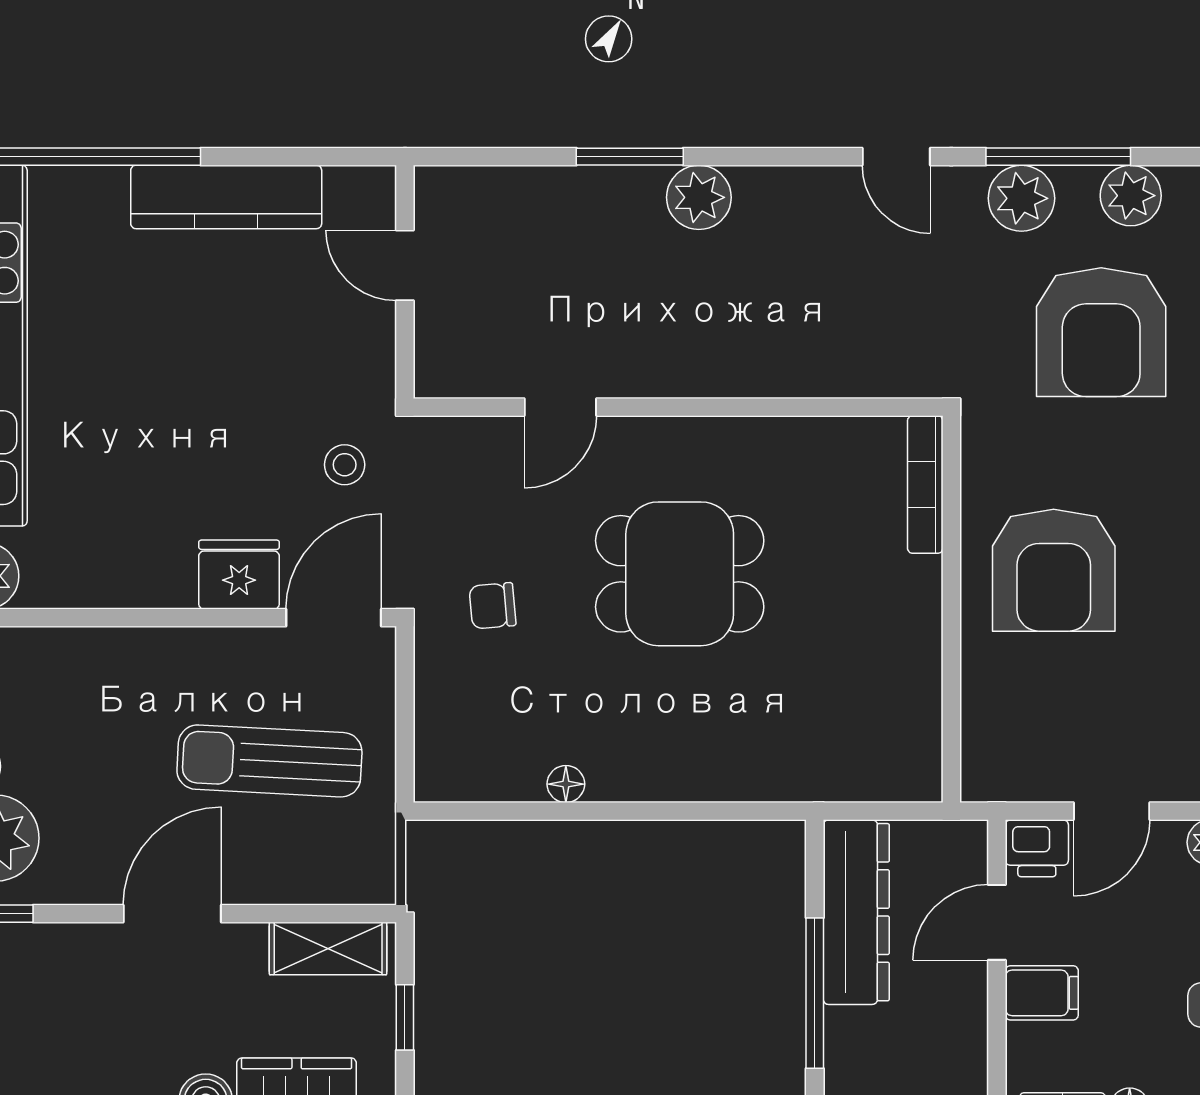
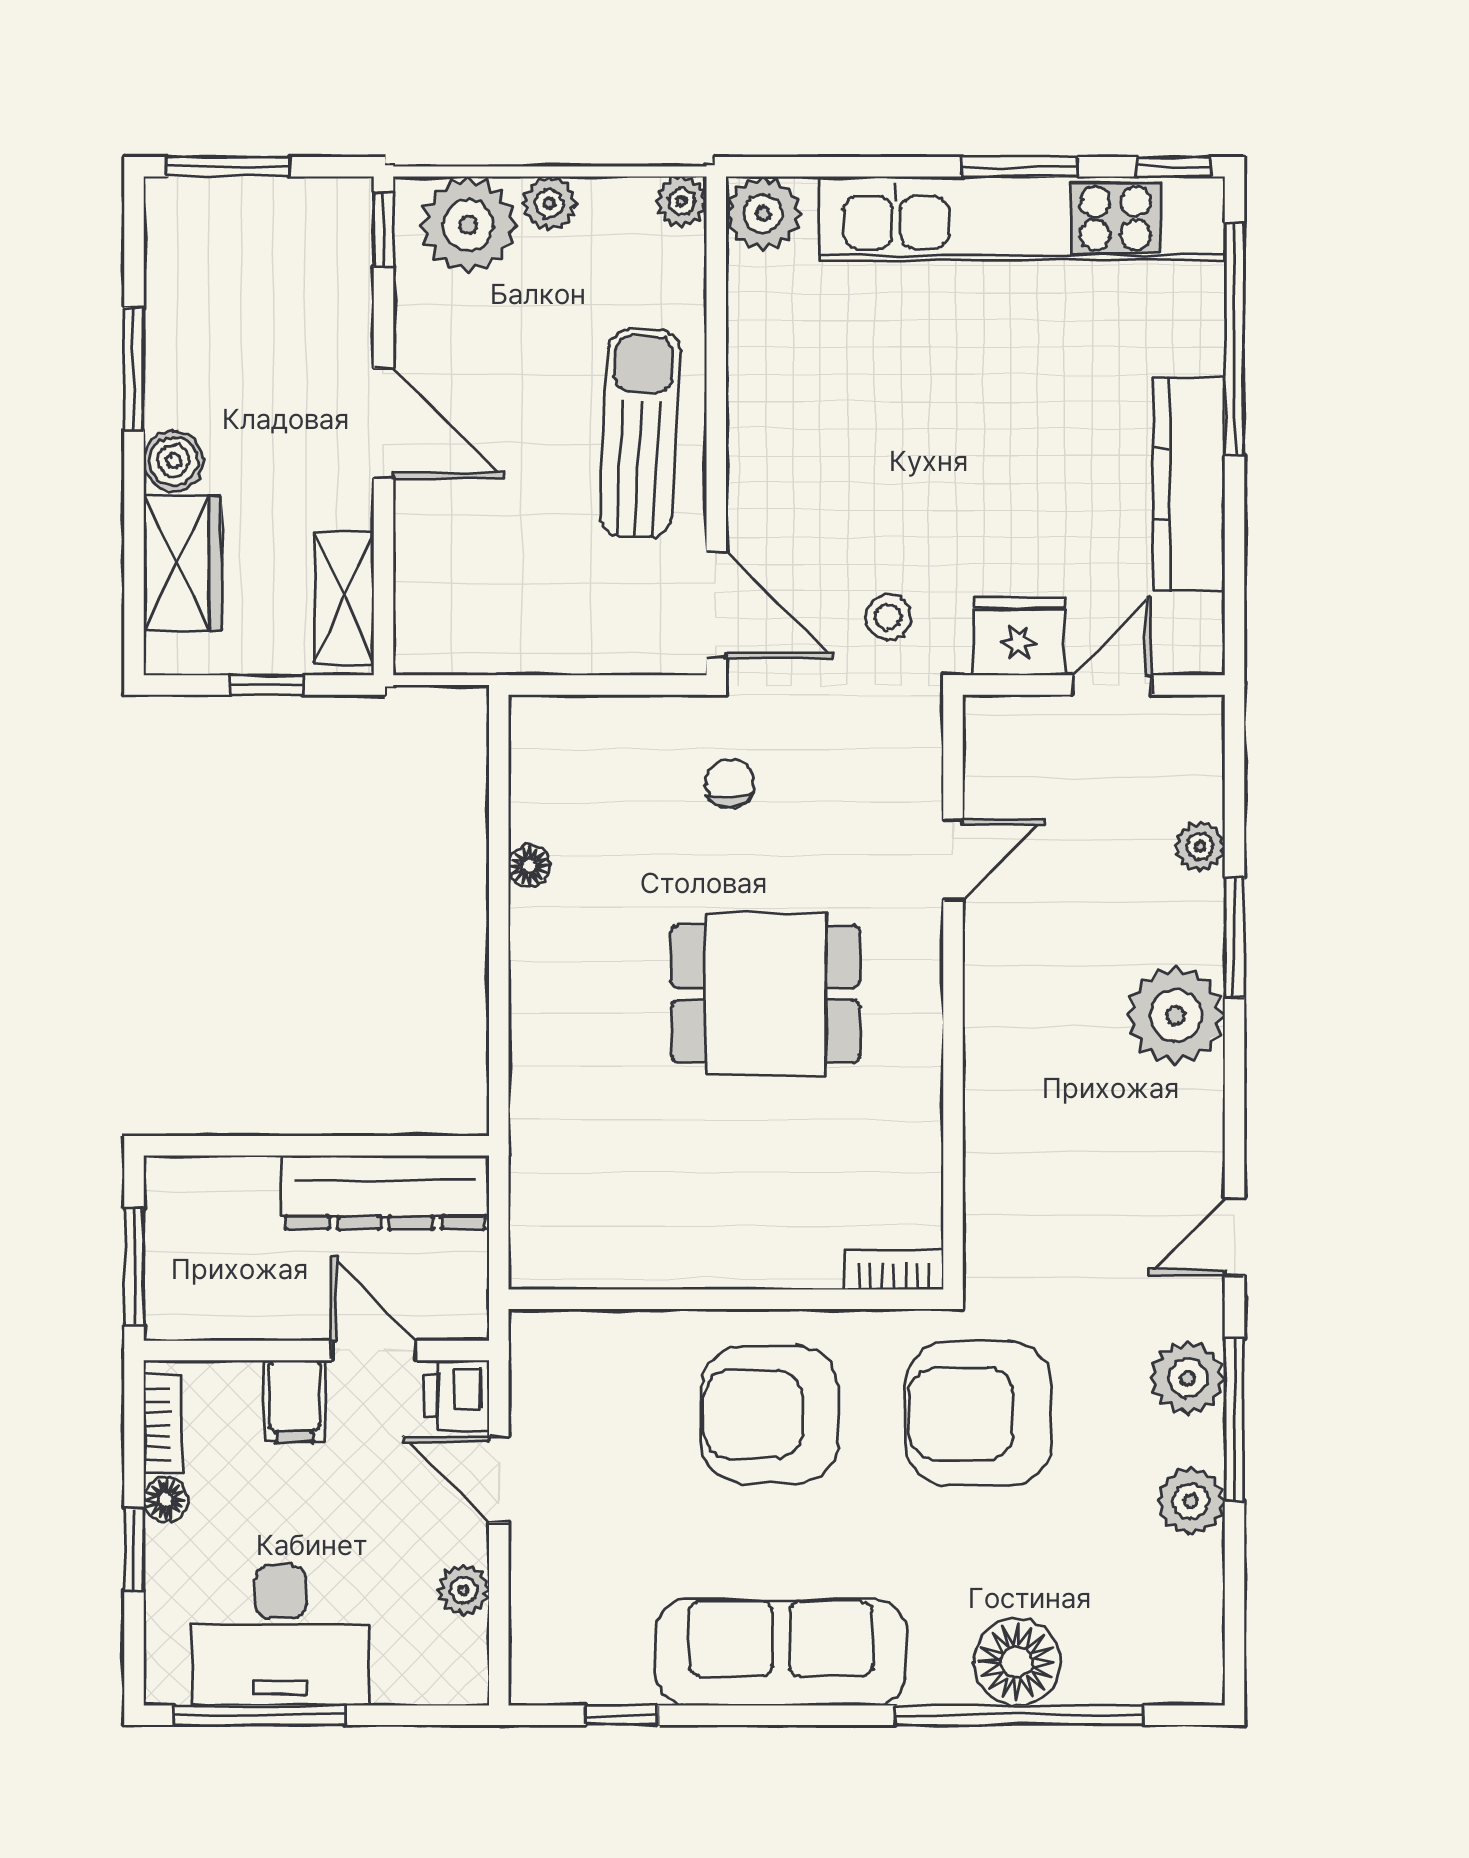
plant: (548, 187) -> (1200, 846), added
plant: (699, 197) -> (1176, 1015), width x1.36, depth x1.36
armchair: (1101, 332) -> (978, 1414), moved
door: (560, 407) -> (953, 860), swing flipped
bookcase: (925, 484) -> (894, 1270), width x0.64
dining table: (680, 574) -> (766, 994), turned 90
fridge: (239, 575) -> (1019, 636), moved, turned -90
sun lounger: (269, 761) -> (640, 433), moved
window: (815, 993) -> (294, 1146), removed

